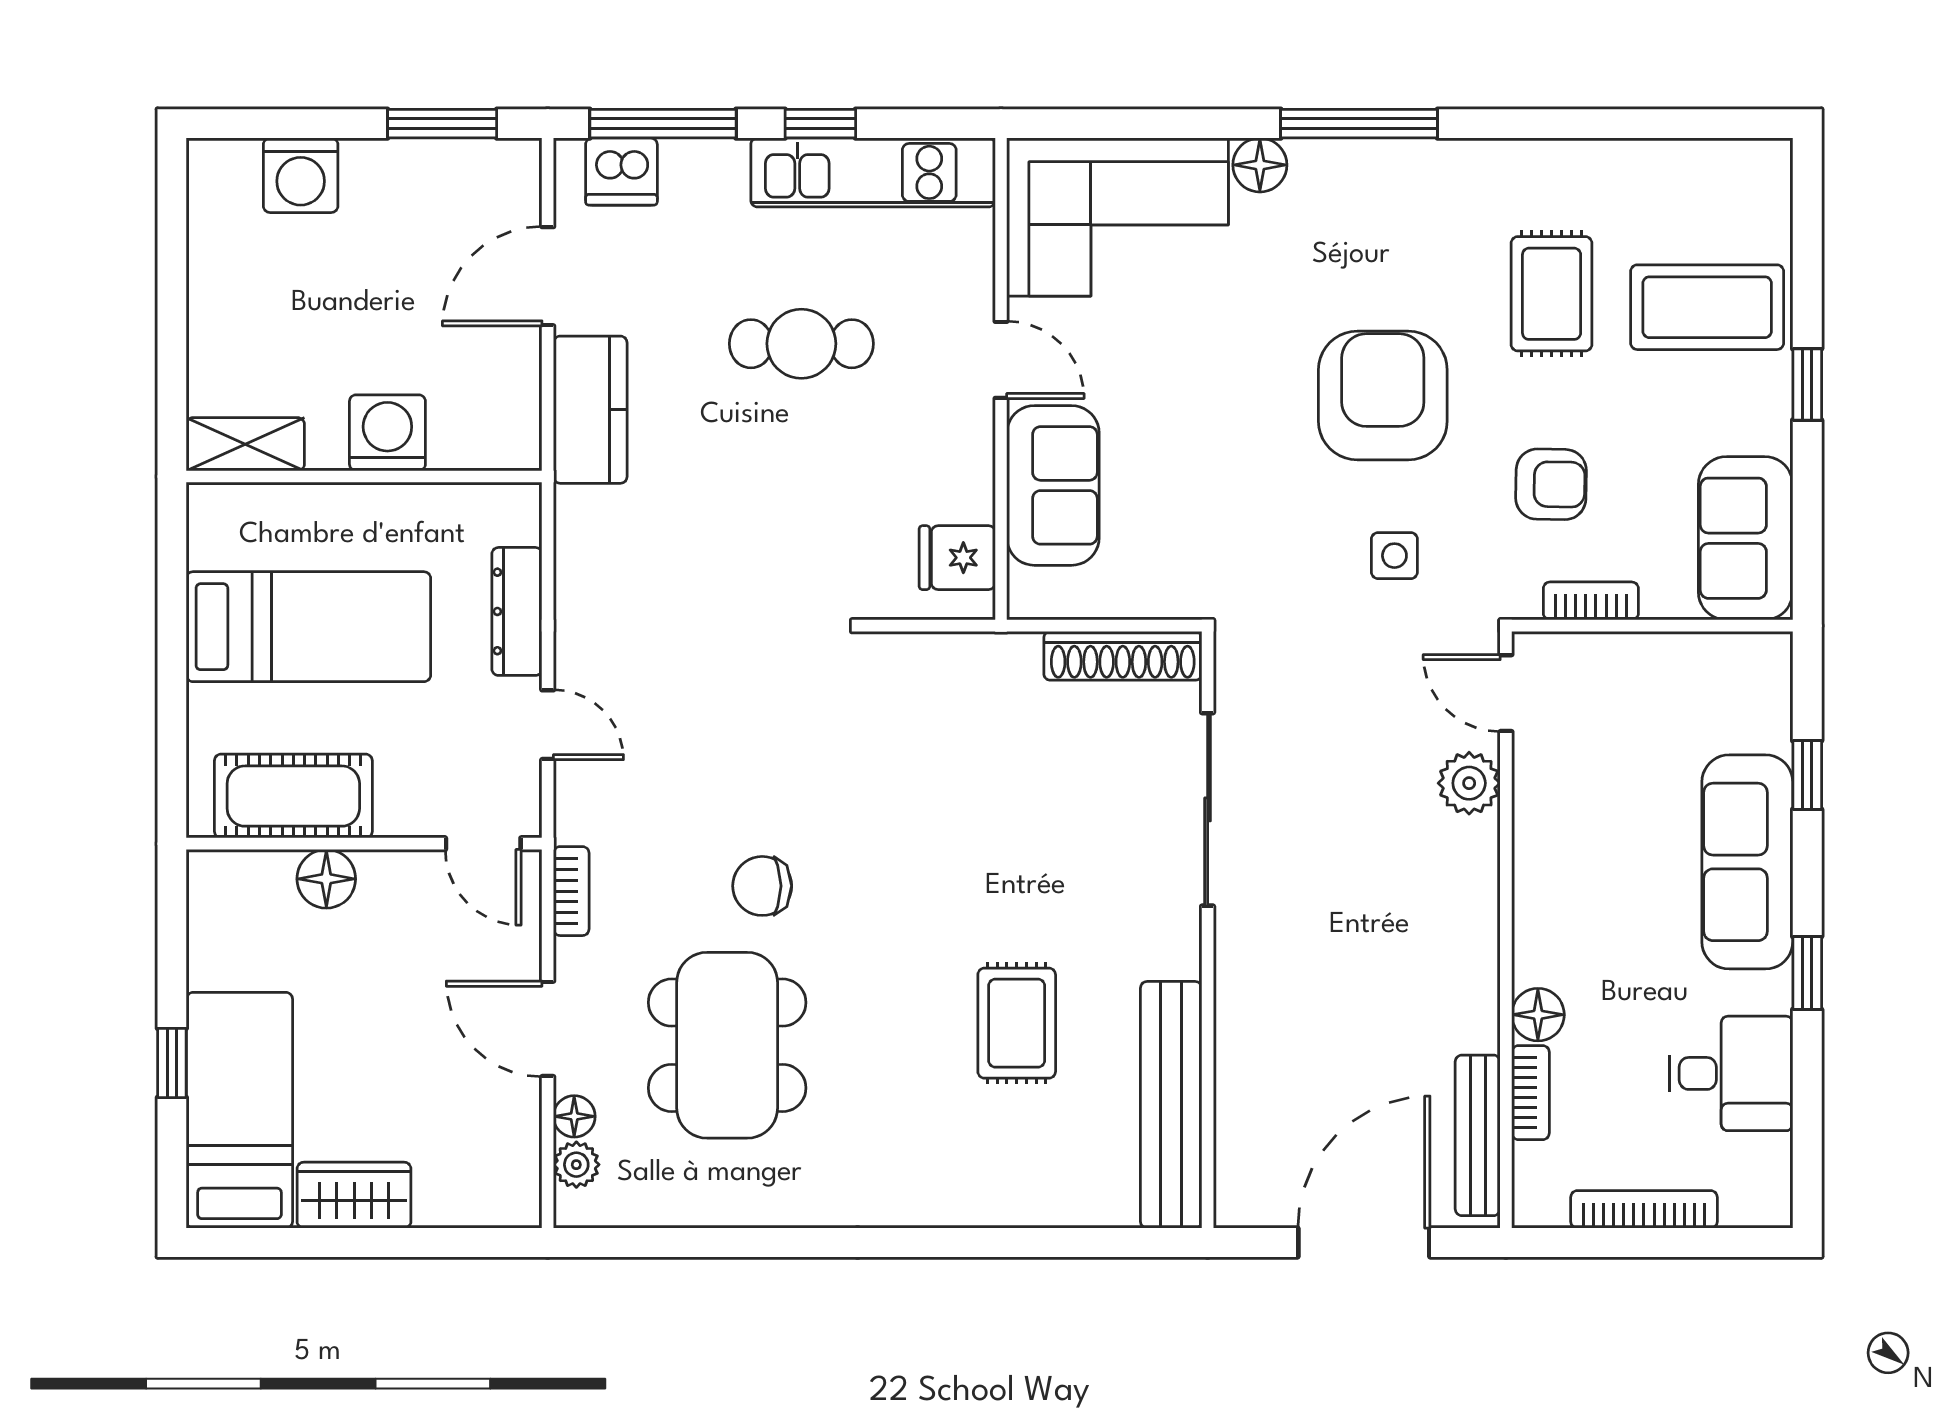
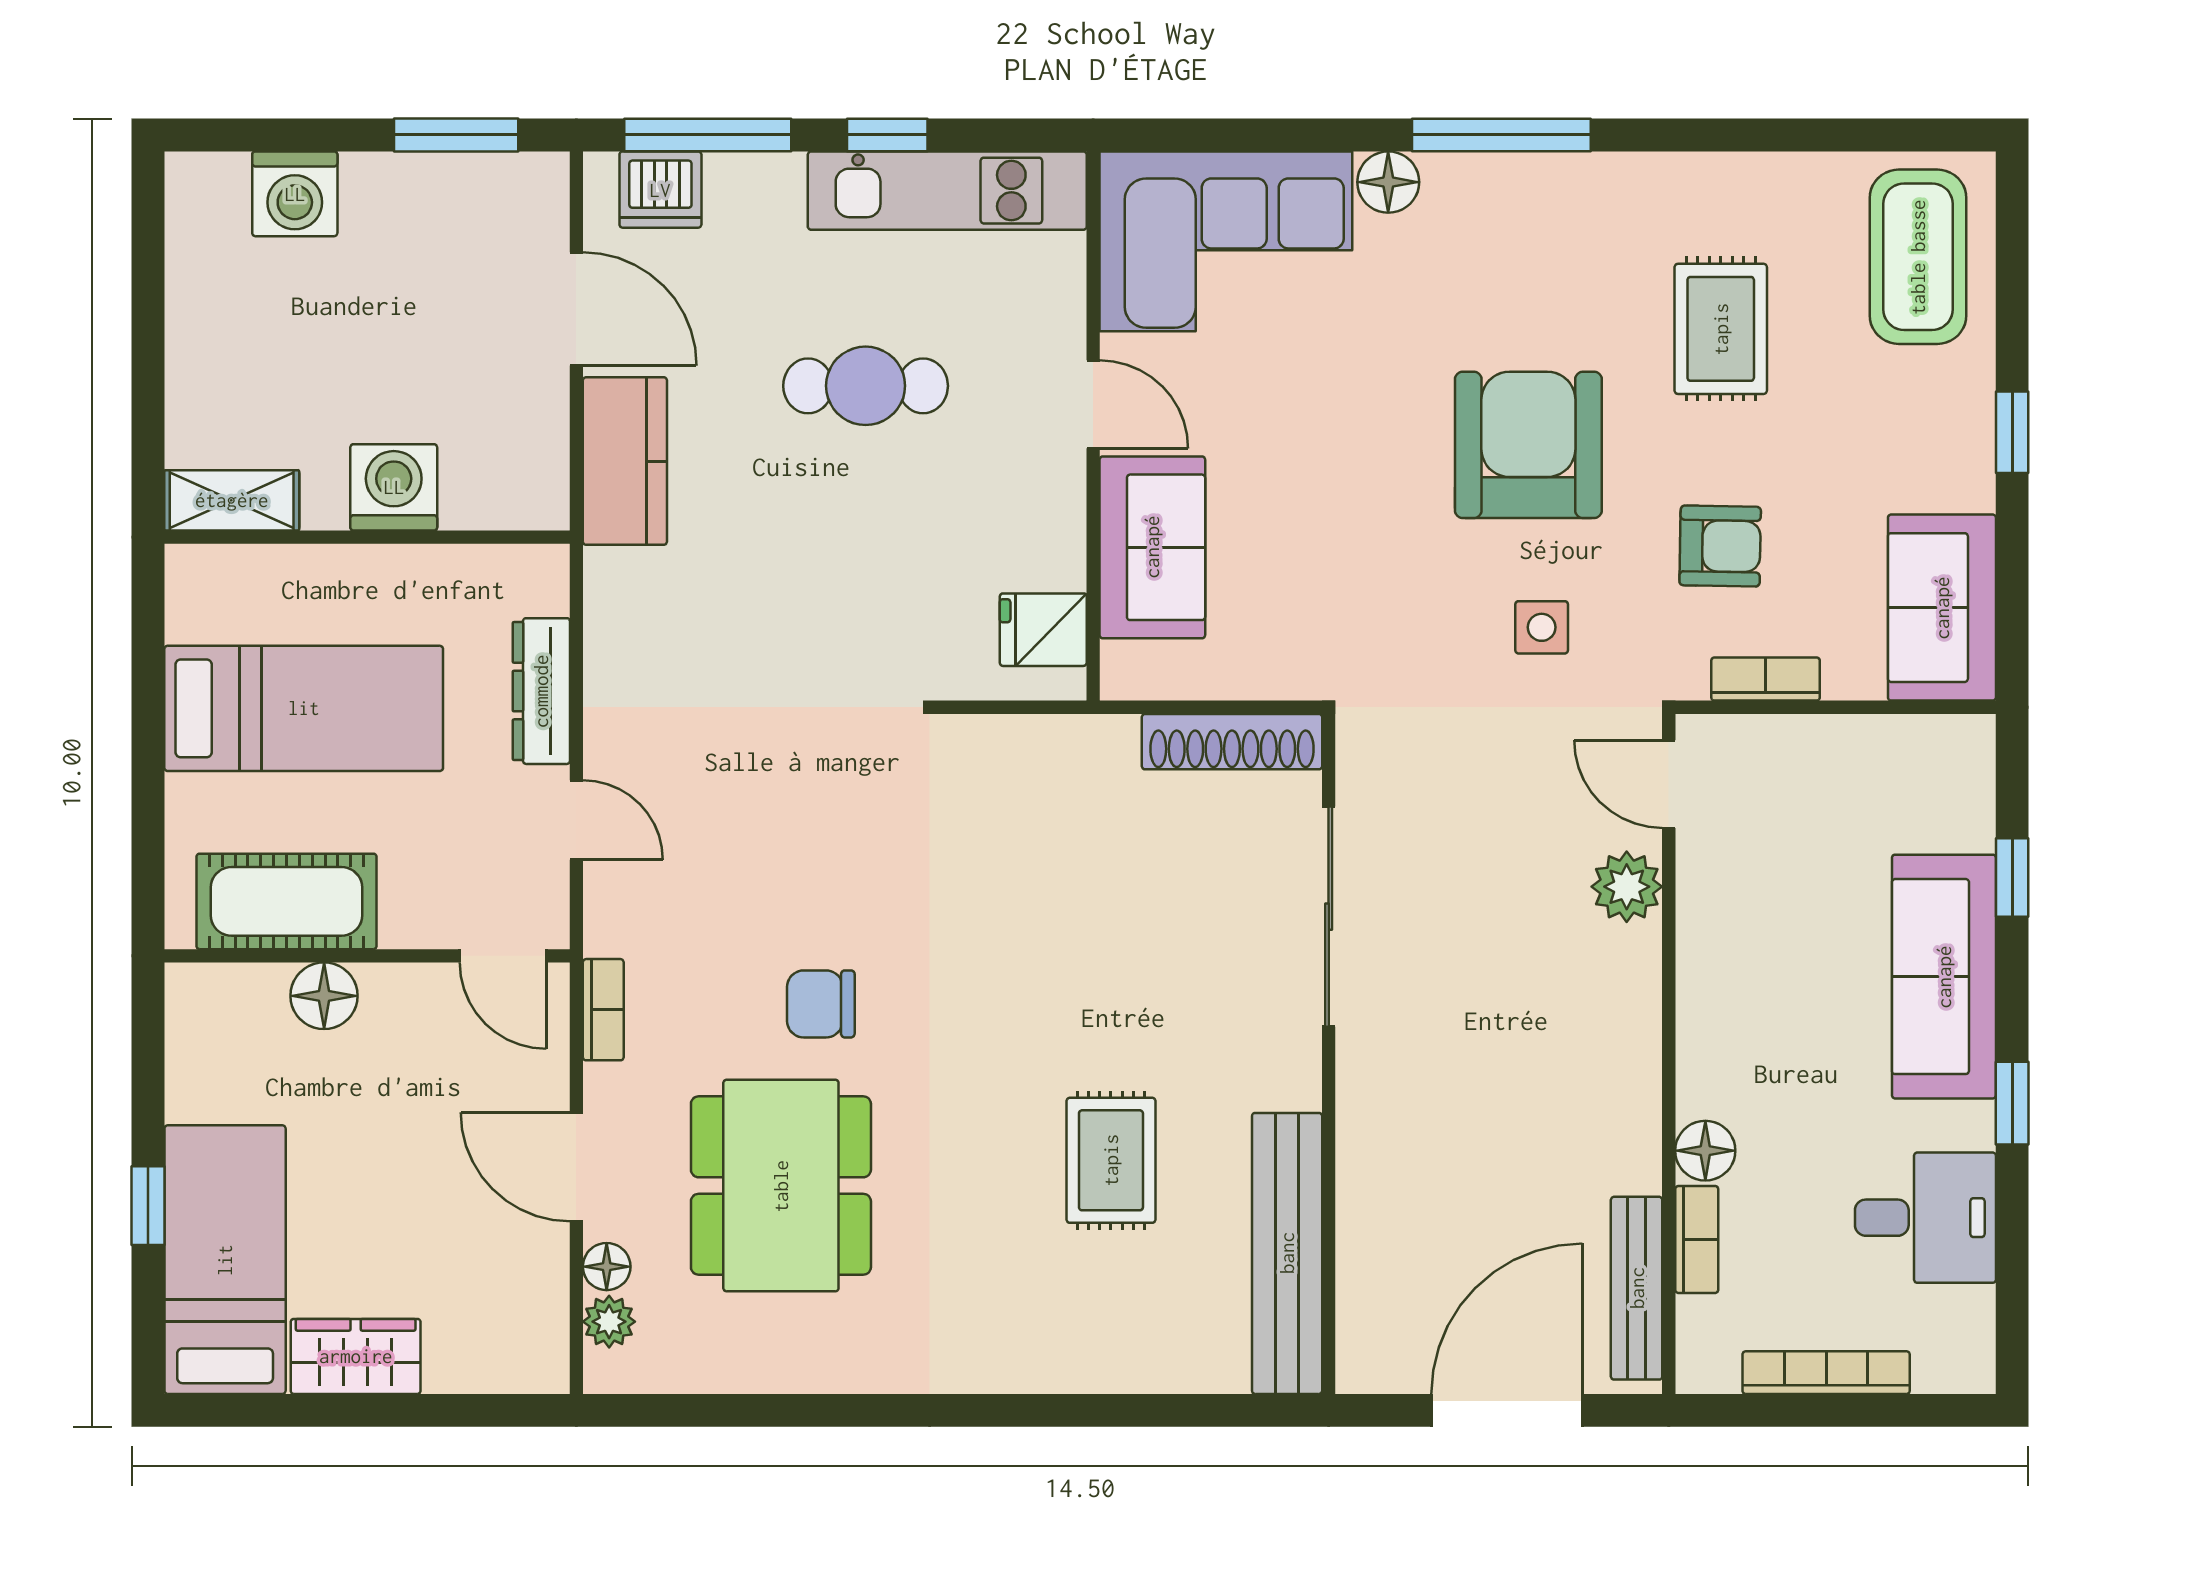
door: (548, 276) -> (576, 309), swing flipped
coffee table: (1707, 307) -> (1918, 257), moved, turned 90

